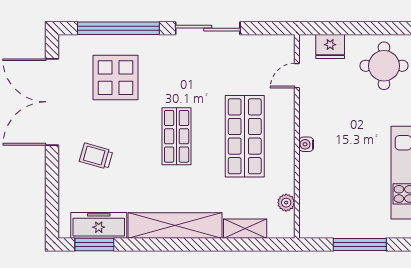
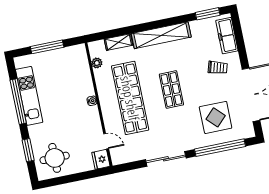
fridge: (330, 46) -> (101, 159), moved, turned -90
door: (297, 76) -> (106, 141), hinge flipped
shop shelf: (245, 136) -> (130, 98), width x1.40
freezer: (99, 225) -> (227, 36), moved, turned 90

